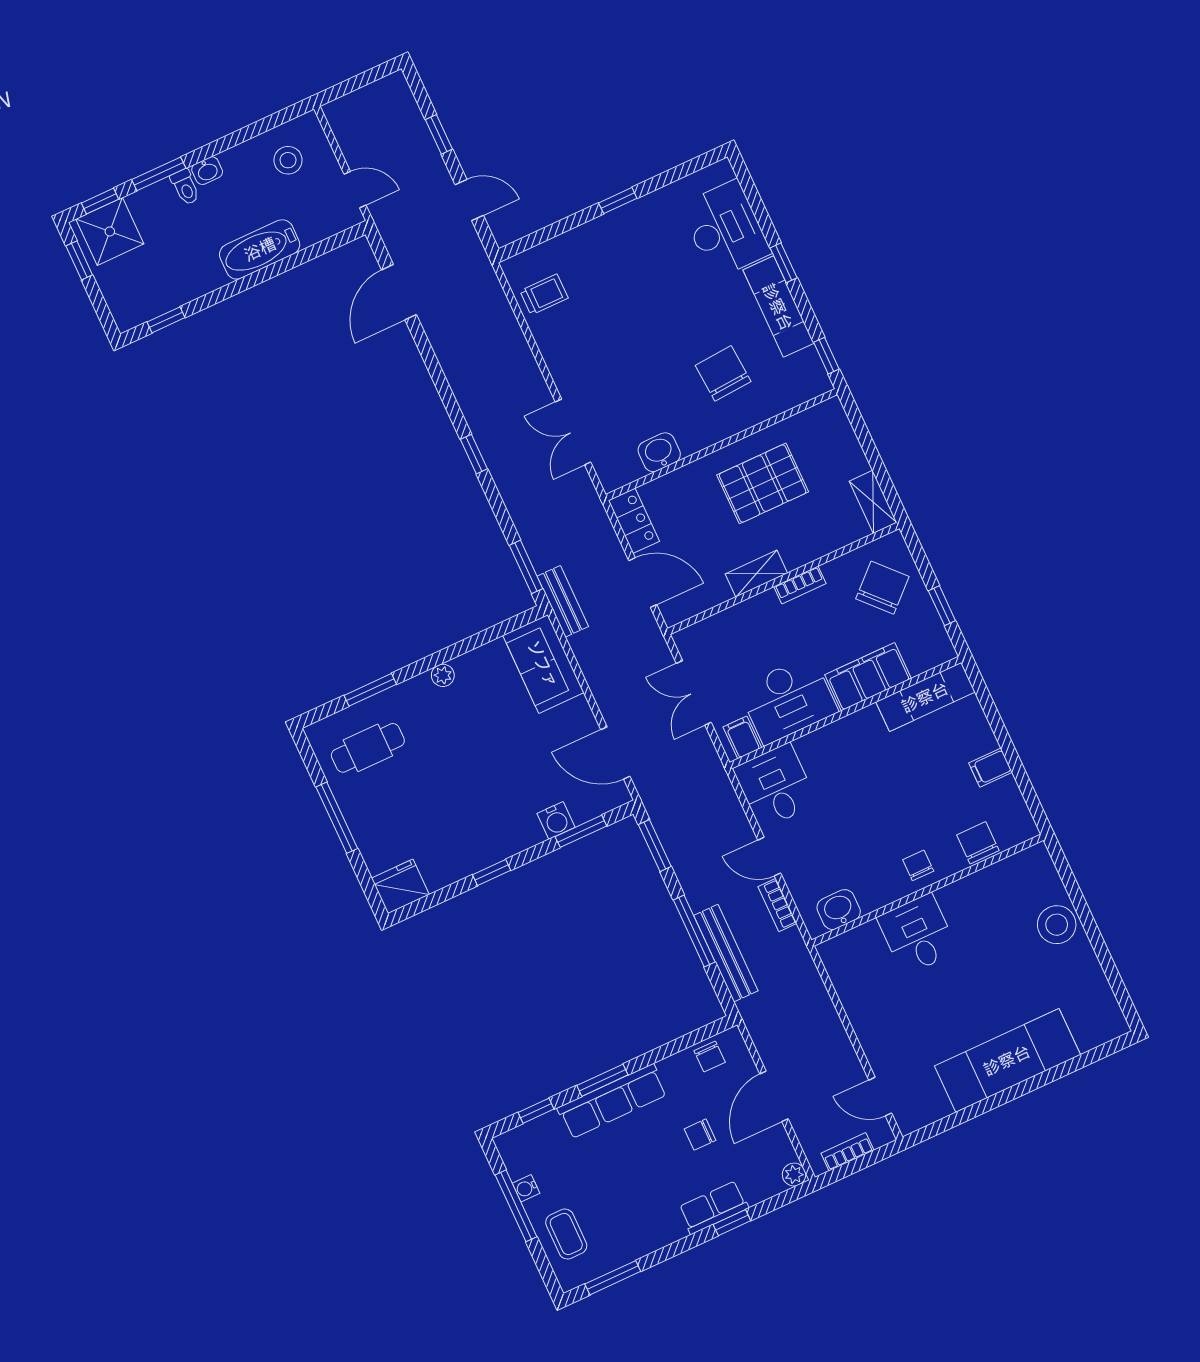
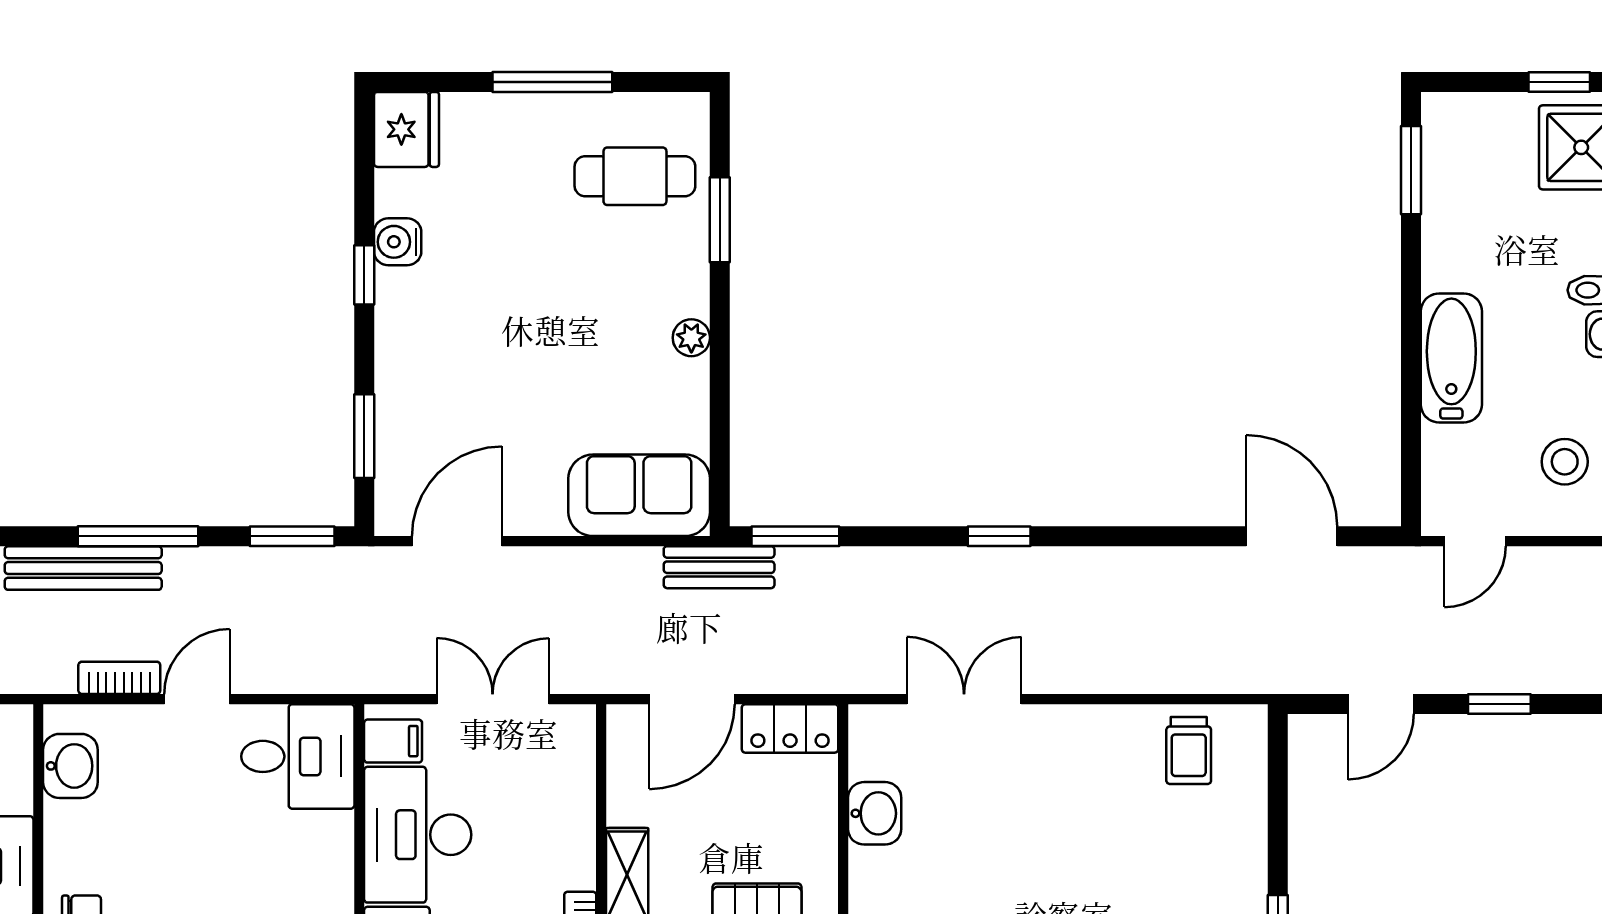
window: (166, 320) -> (1411, 170), width x1.50
cafe table: (368, 748) -> (635, 176), turned 90
water cooler: (556, 820) -> (398, 242), moved

